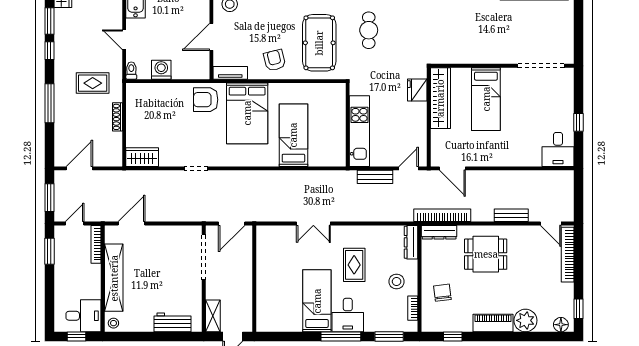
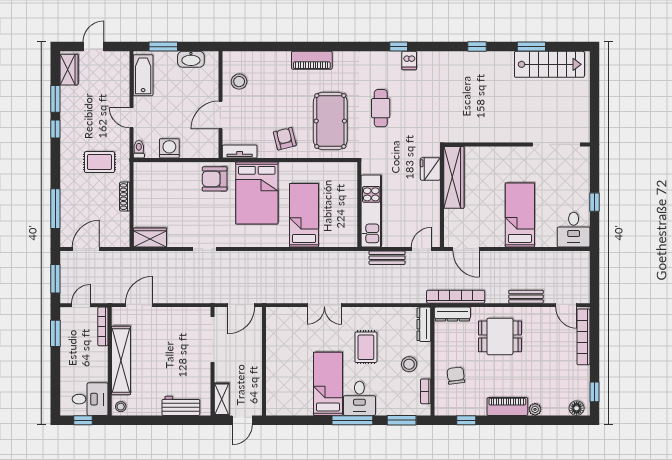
bed: (486, 99) -> (520, 215), moved, turned 180
window: (49, 103) -> (55, 209), moved
plant: (525, 320) -> (535, 409), width x0.53, depth x0.53

